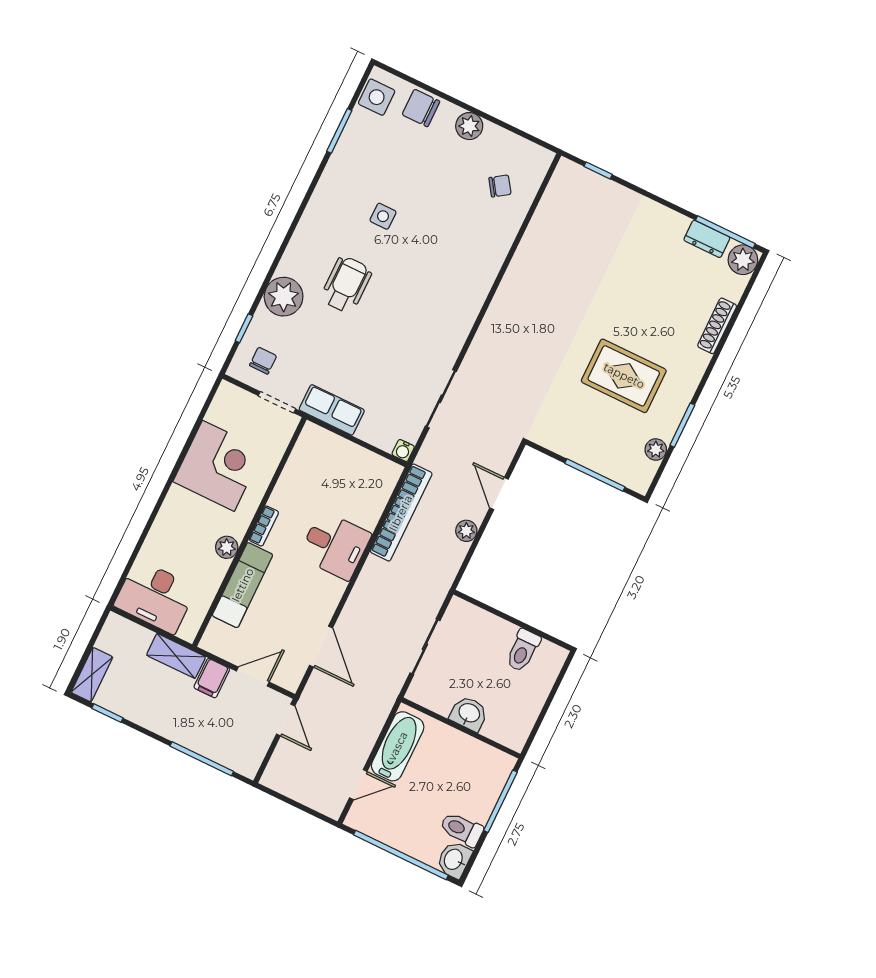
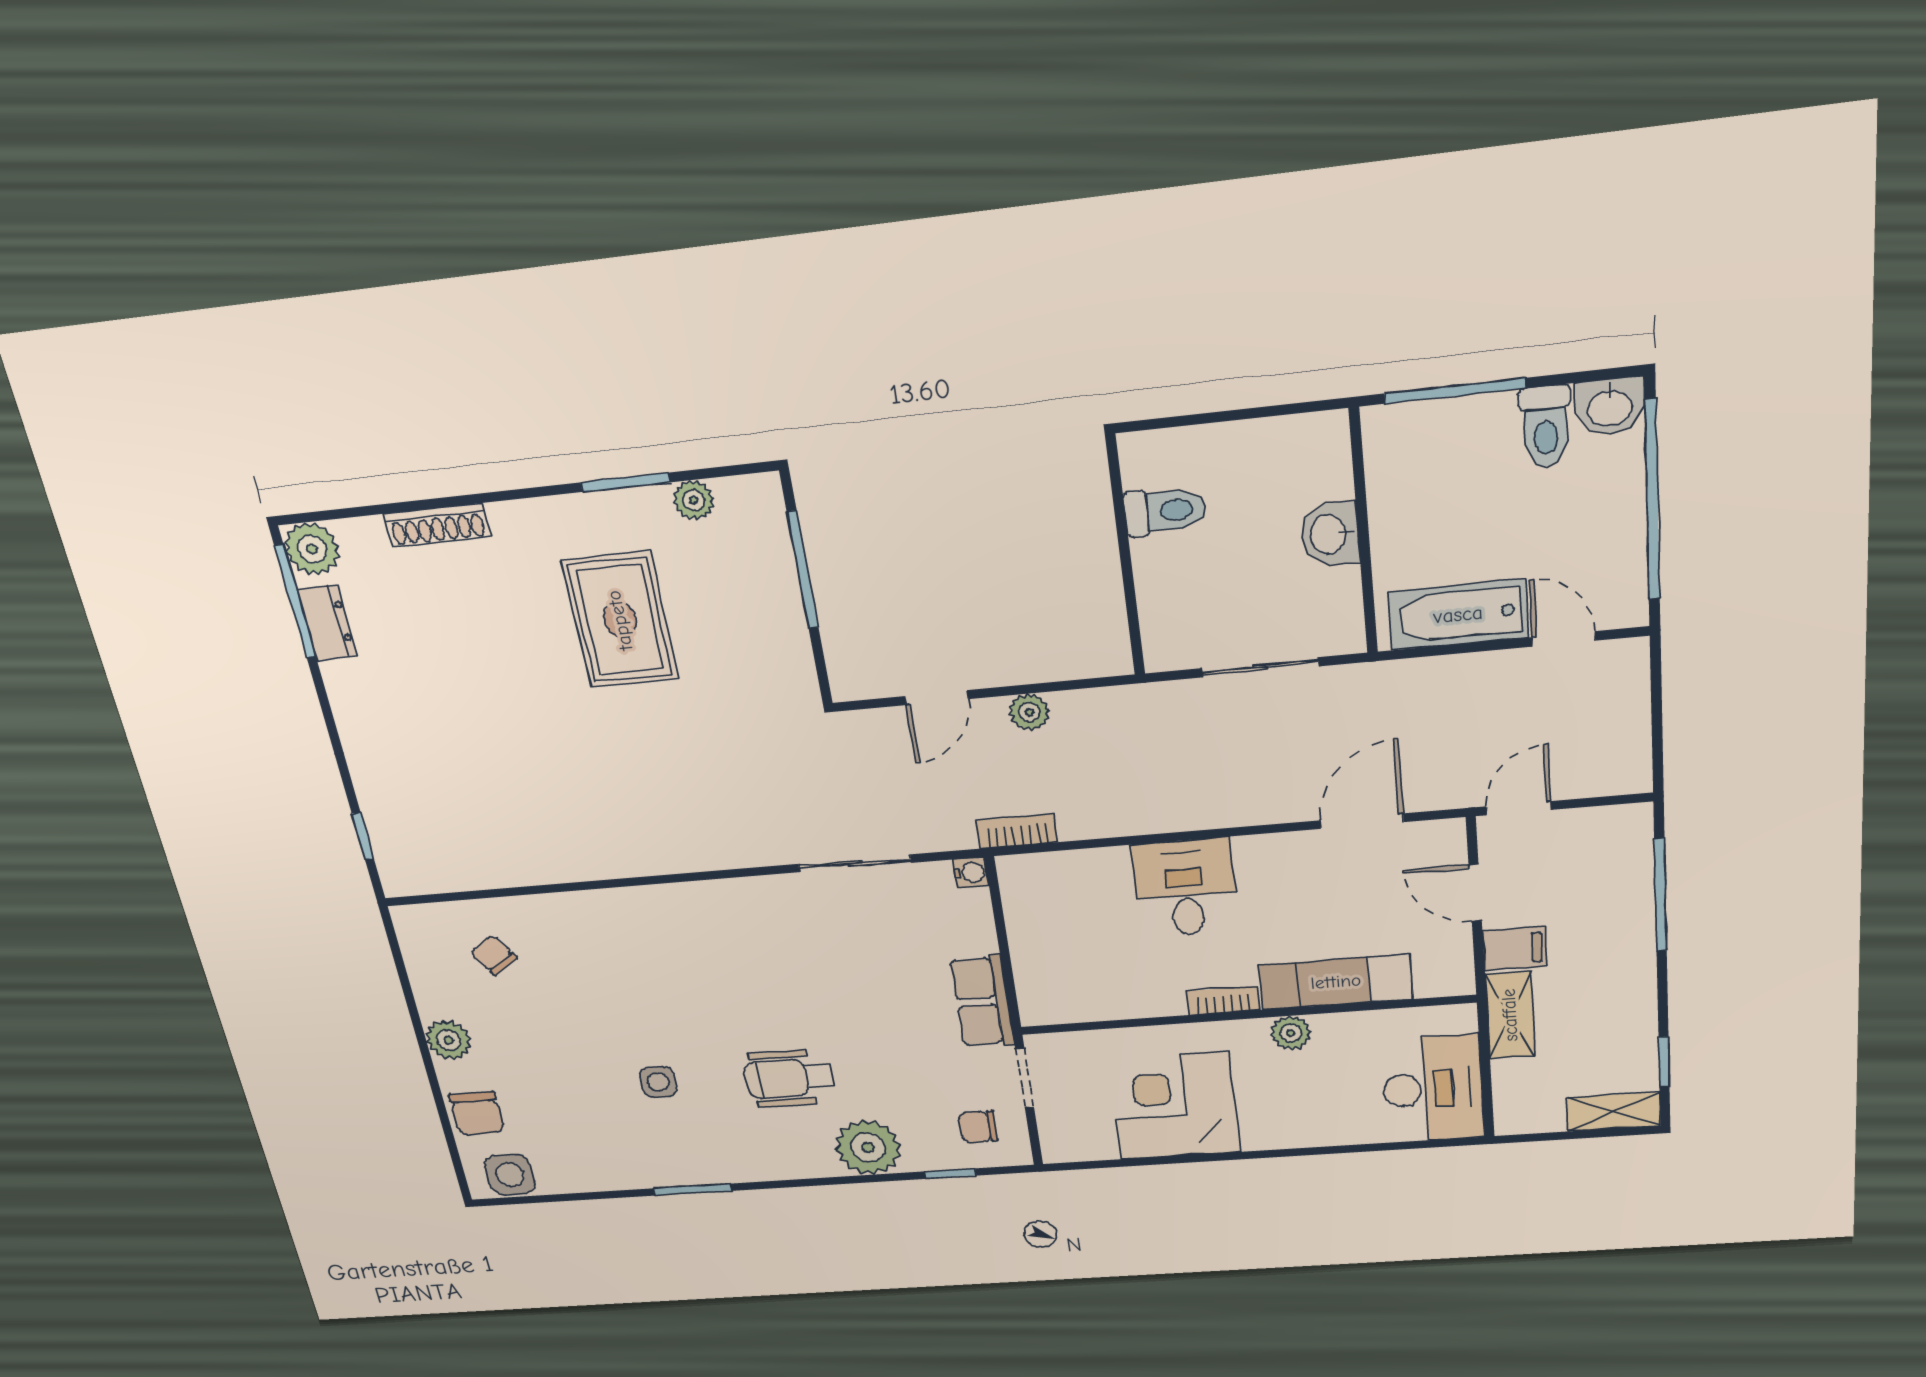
window: (339, 131) -> (692, 1190), moved
bookcase: (401, 513) -> (1017, 831), width x0.43, depth x0.76

